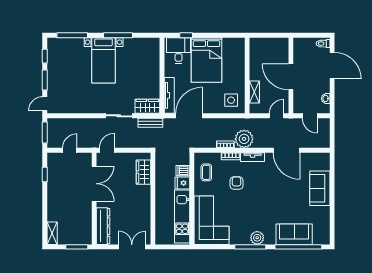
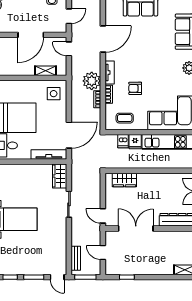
door: (189, 116) -> (69, 135), swing flipped
bench: (150, 123) -> (76, 258), moved

